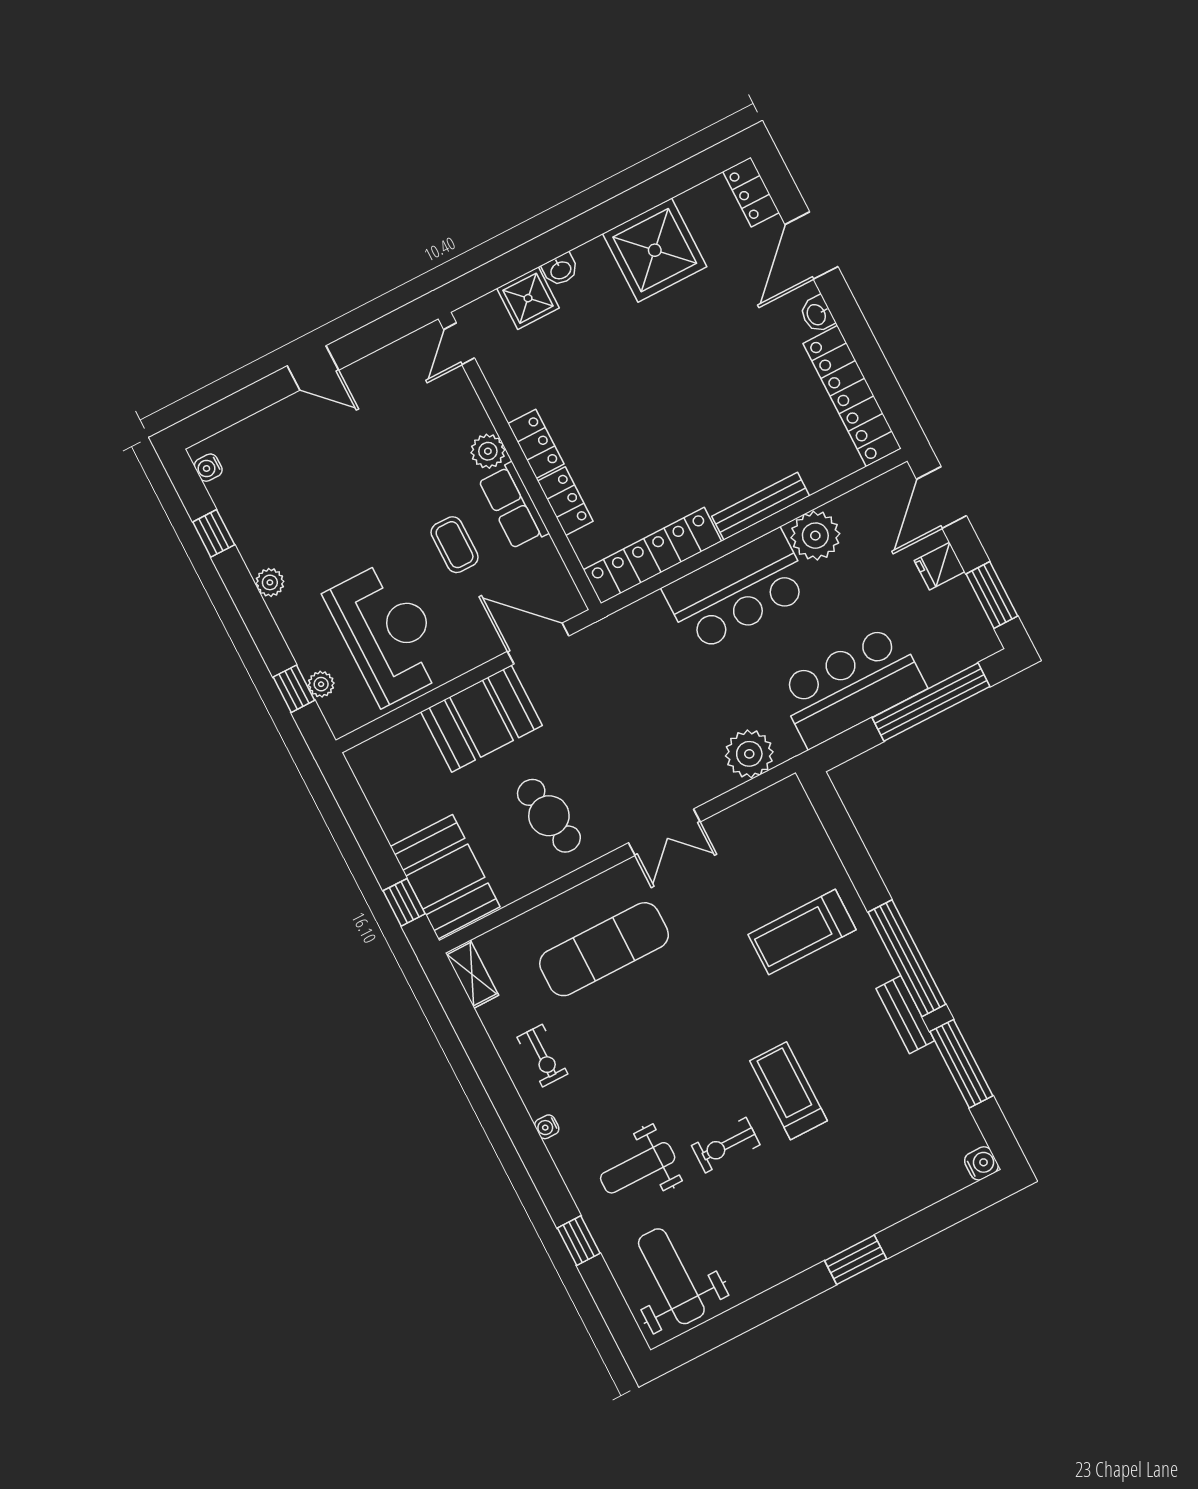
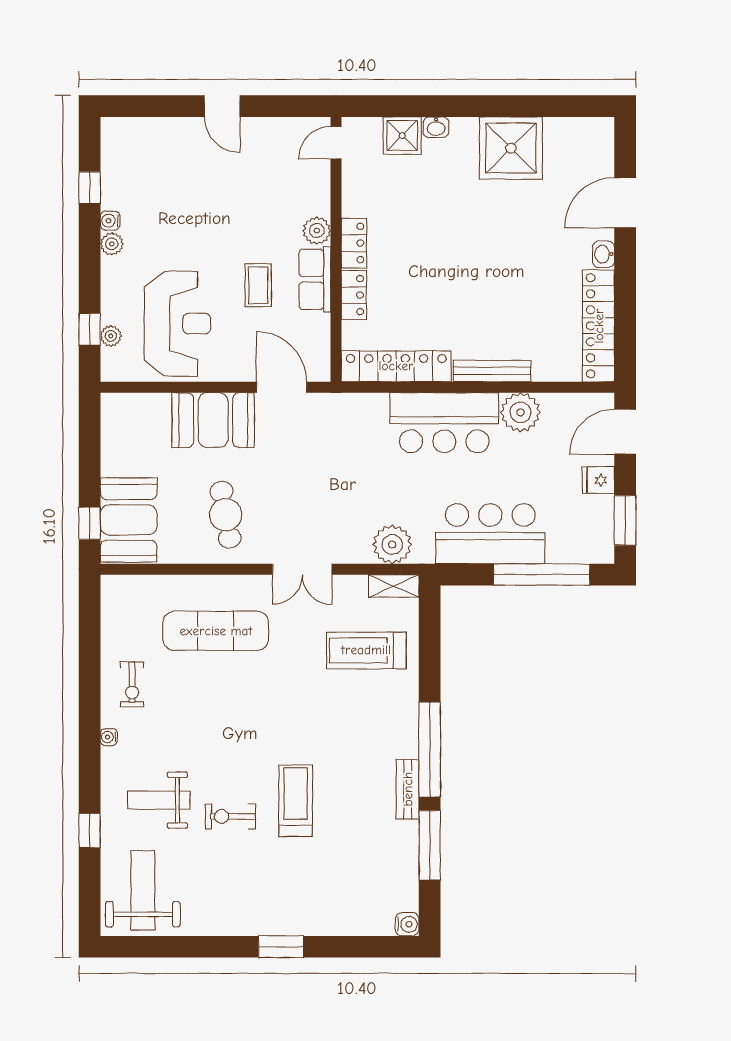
locker: (751, 192) -> (602, 142), removed
water cooler: (208, 468) -> (110, 221), moved
treadmill: (802, 932) -> (366, 650), moved
shelving: (472, 974) -> (394, 586), moved, turned 90

